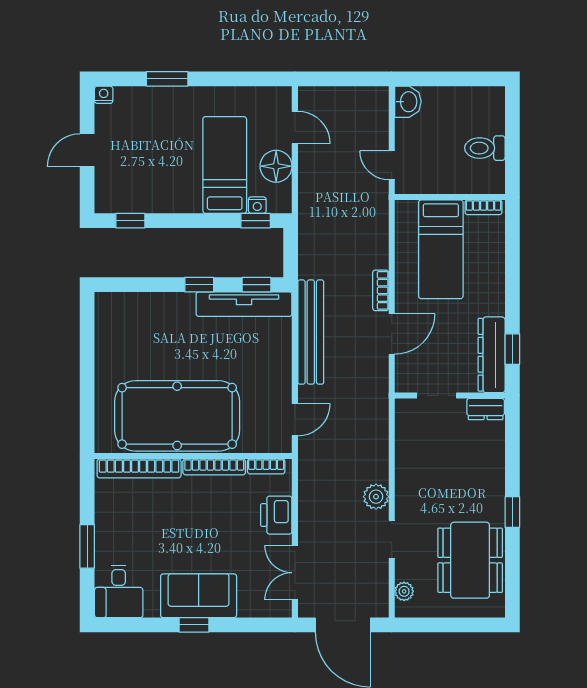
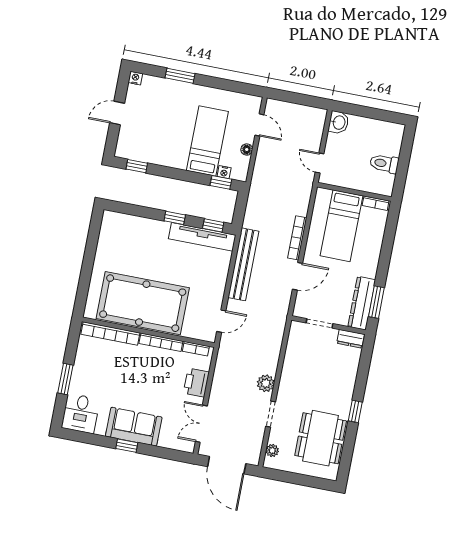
floor lamp: (276, 166) -> (247, 150), width x0.53, depth x0.53
bookcase: (381, 290) -> (297, 238), width x1.56
window: (512, 349) -> (376, 302), width x1.50

